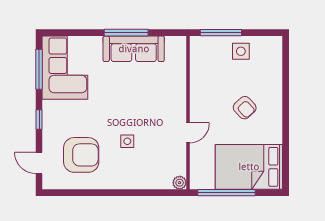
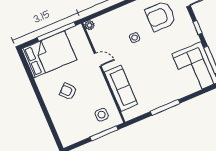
sofa: (134, 49) -> (121, 88), moved, turned 90
side table: (241, 51) -> (102, 115), moved
door: (188, 133) -> (98, 60), swing flipped

